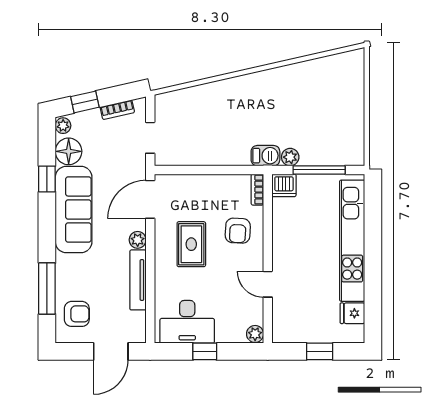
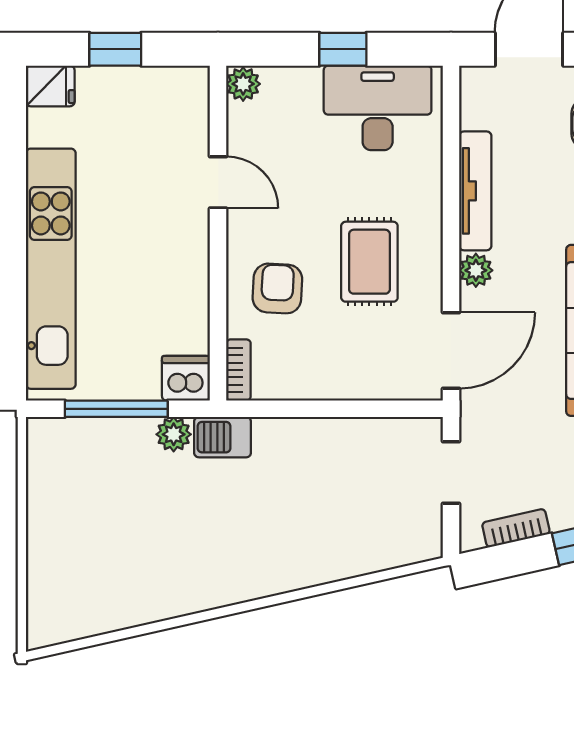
fridge: (352, 313) -> (50, 86), moved

